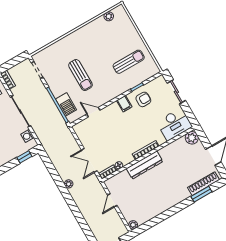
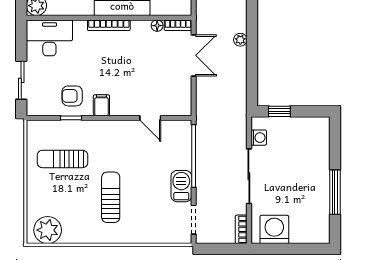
plant: (109, 16) -> (48, 230), width x1.88, depth x1.88
sun lounger: (80, 75) -> (111, 197), moved
barbecue: (66, 104) -> (181, 186), moved

